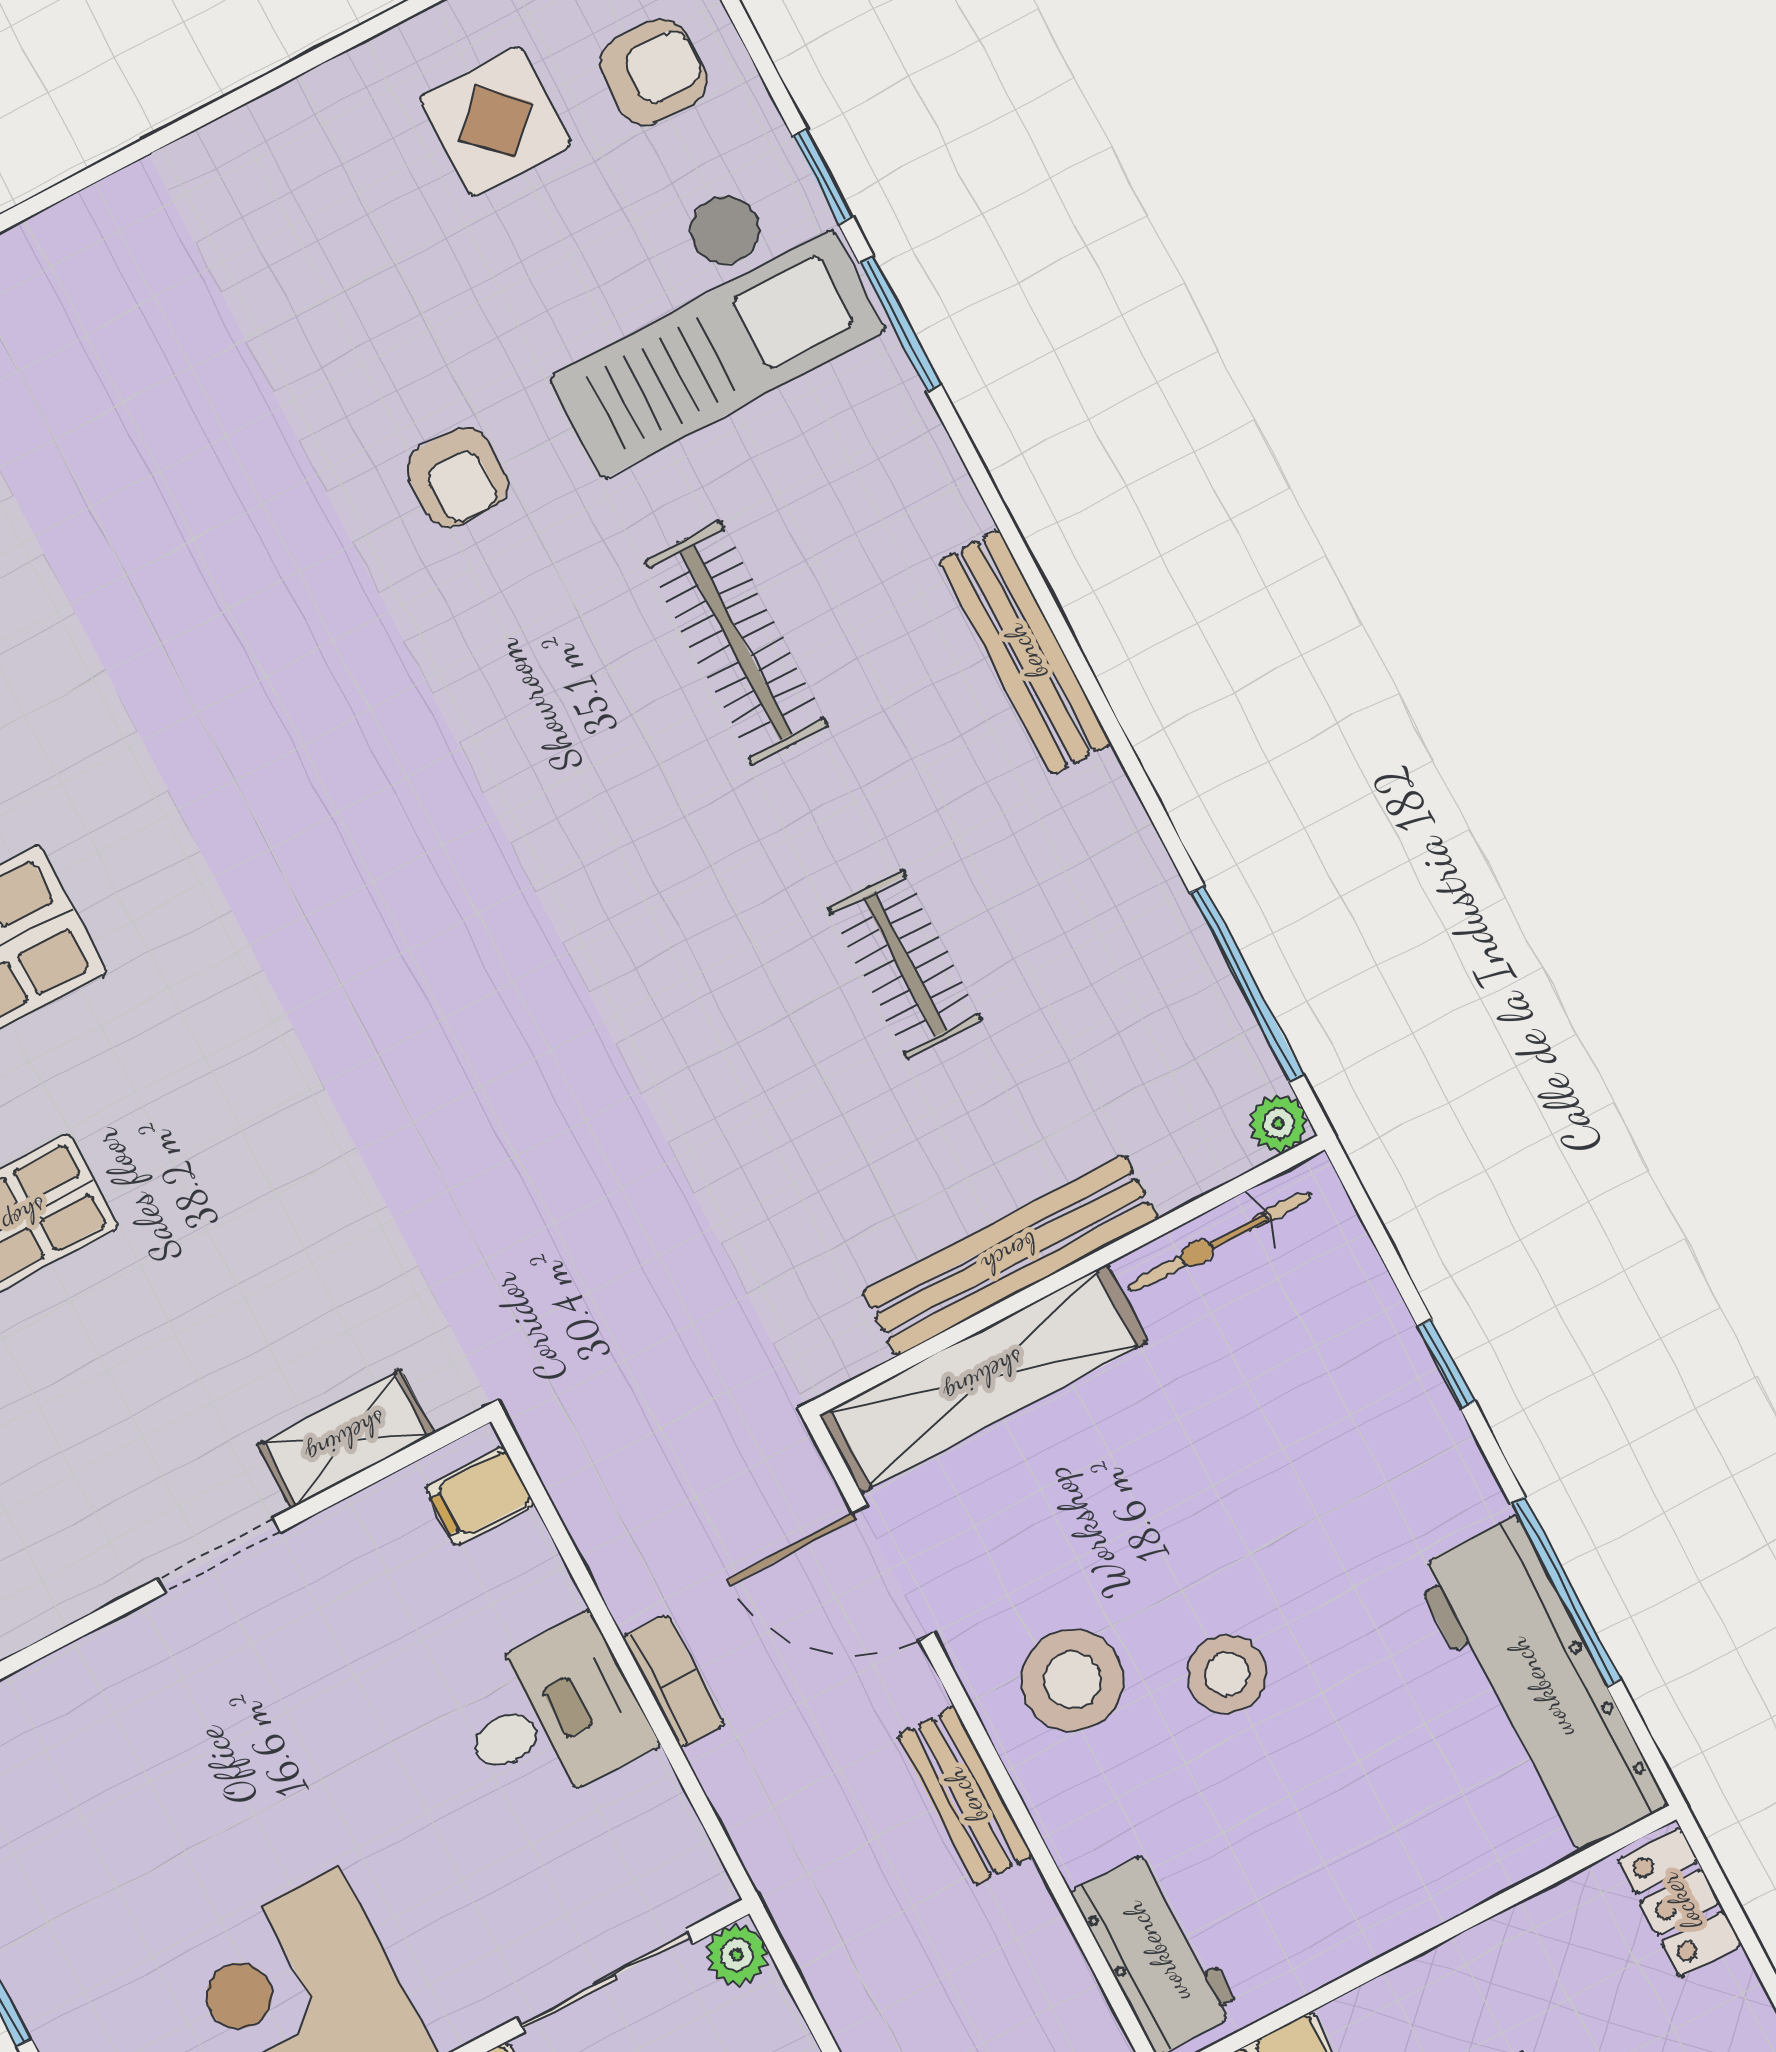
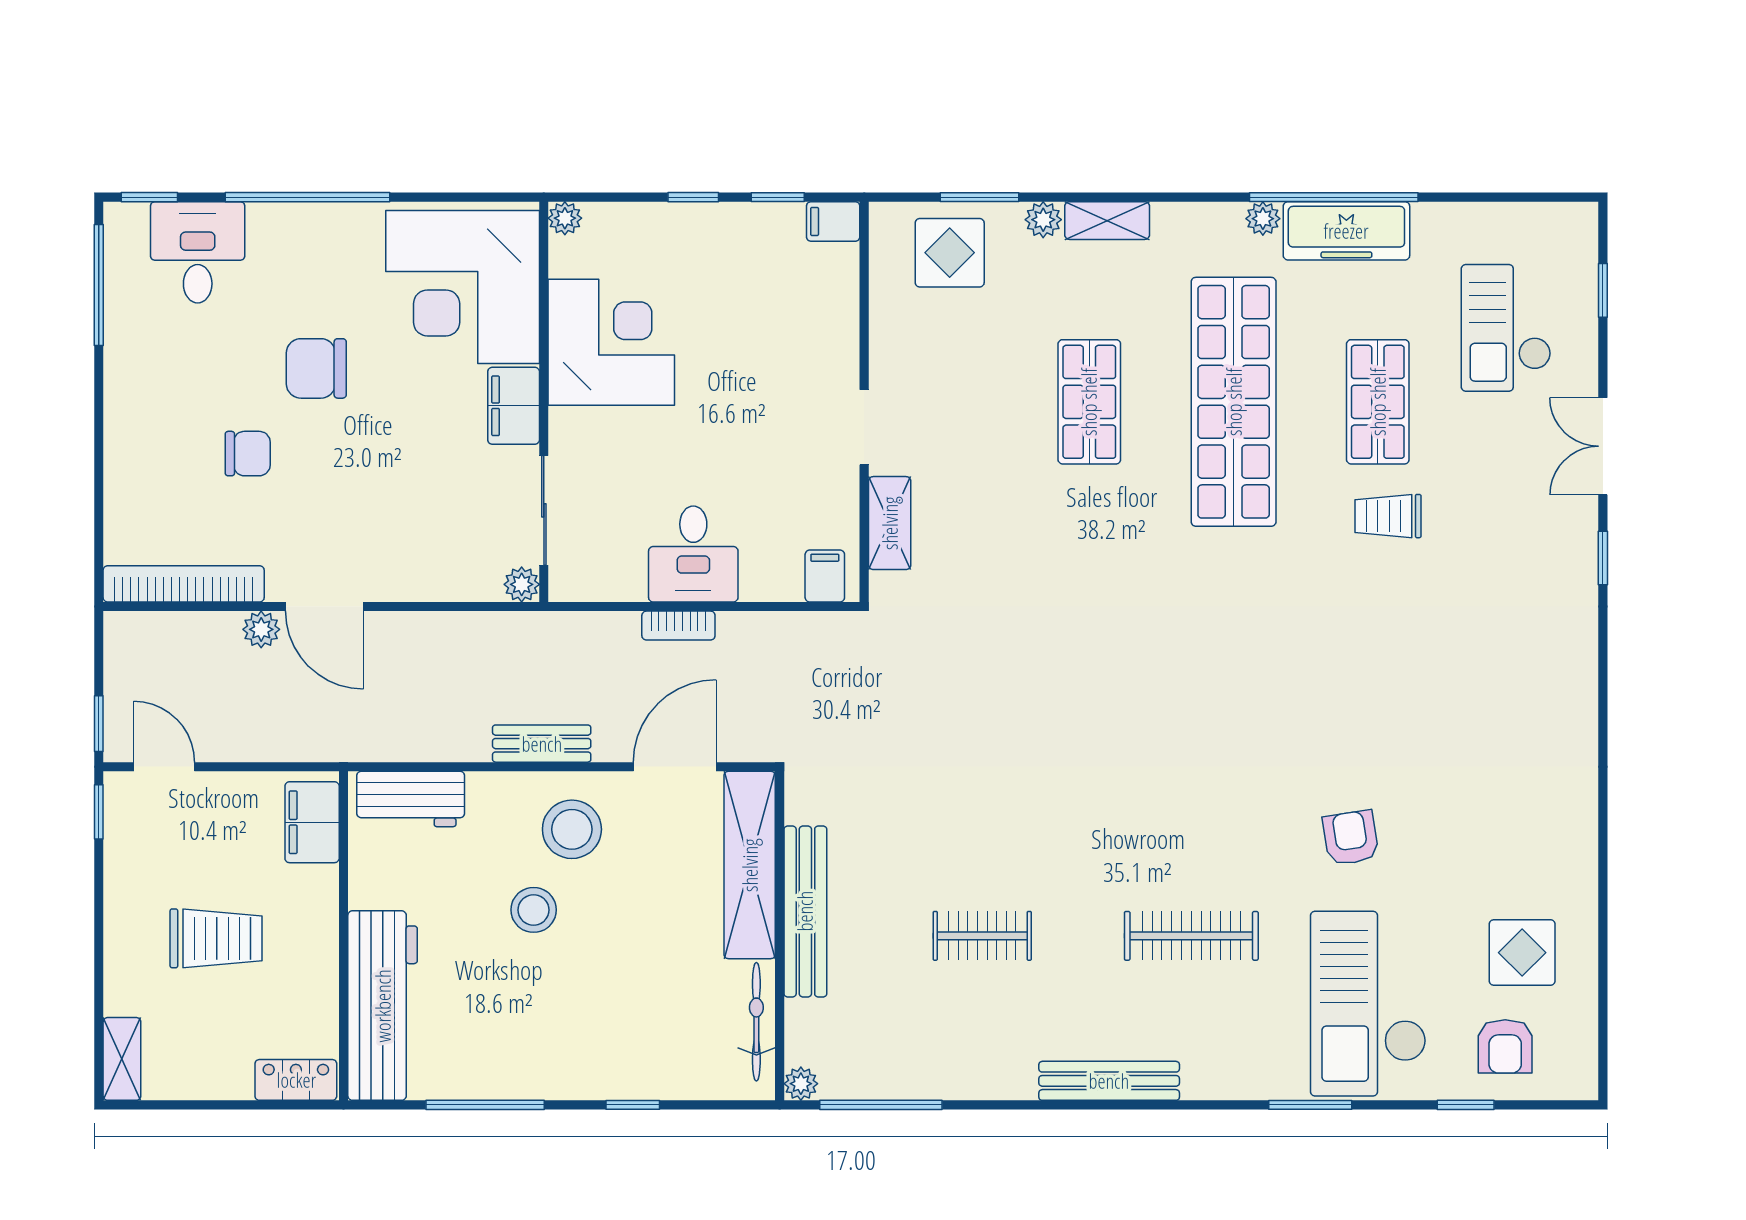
window: (823, 176) -> (1466, 1105), moved
armchair: (457, 477) -> (1351, 838), turned 81
workbench: (1540, 1688) -> (383, 1006), moved, turned 90

